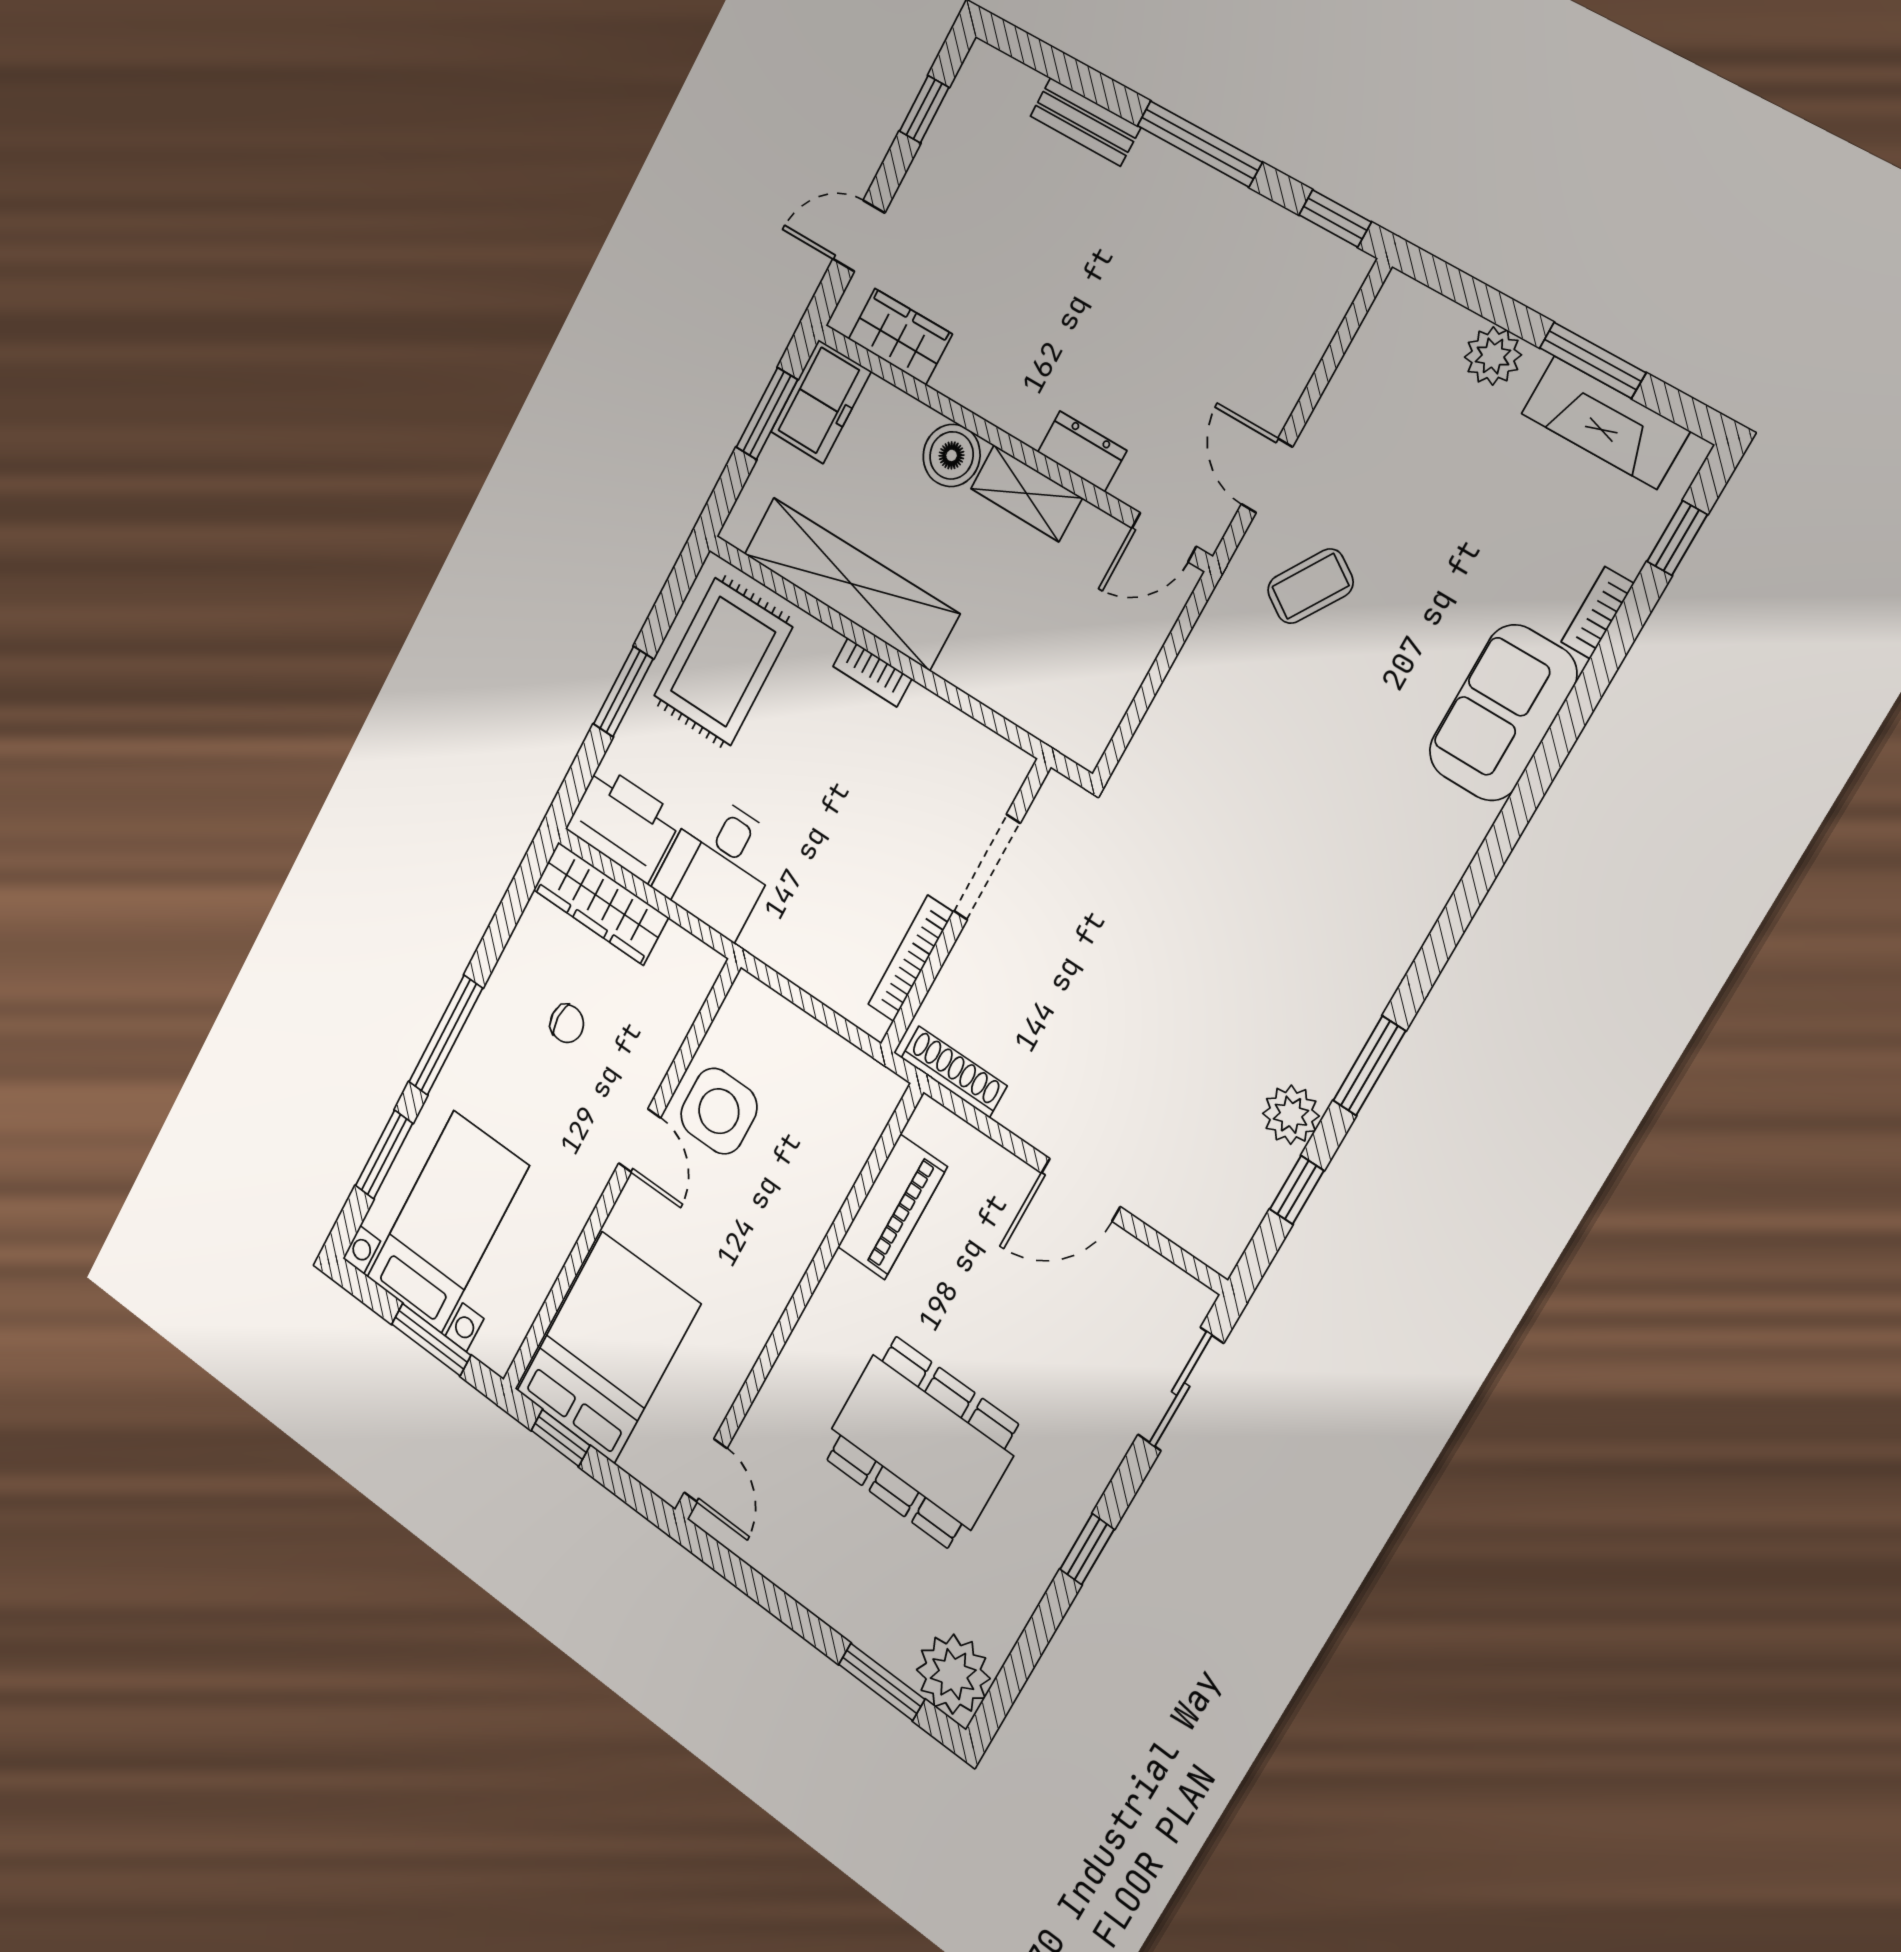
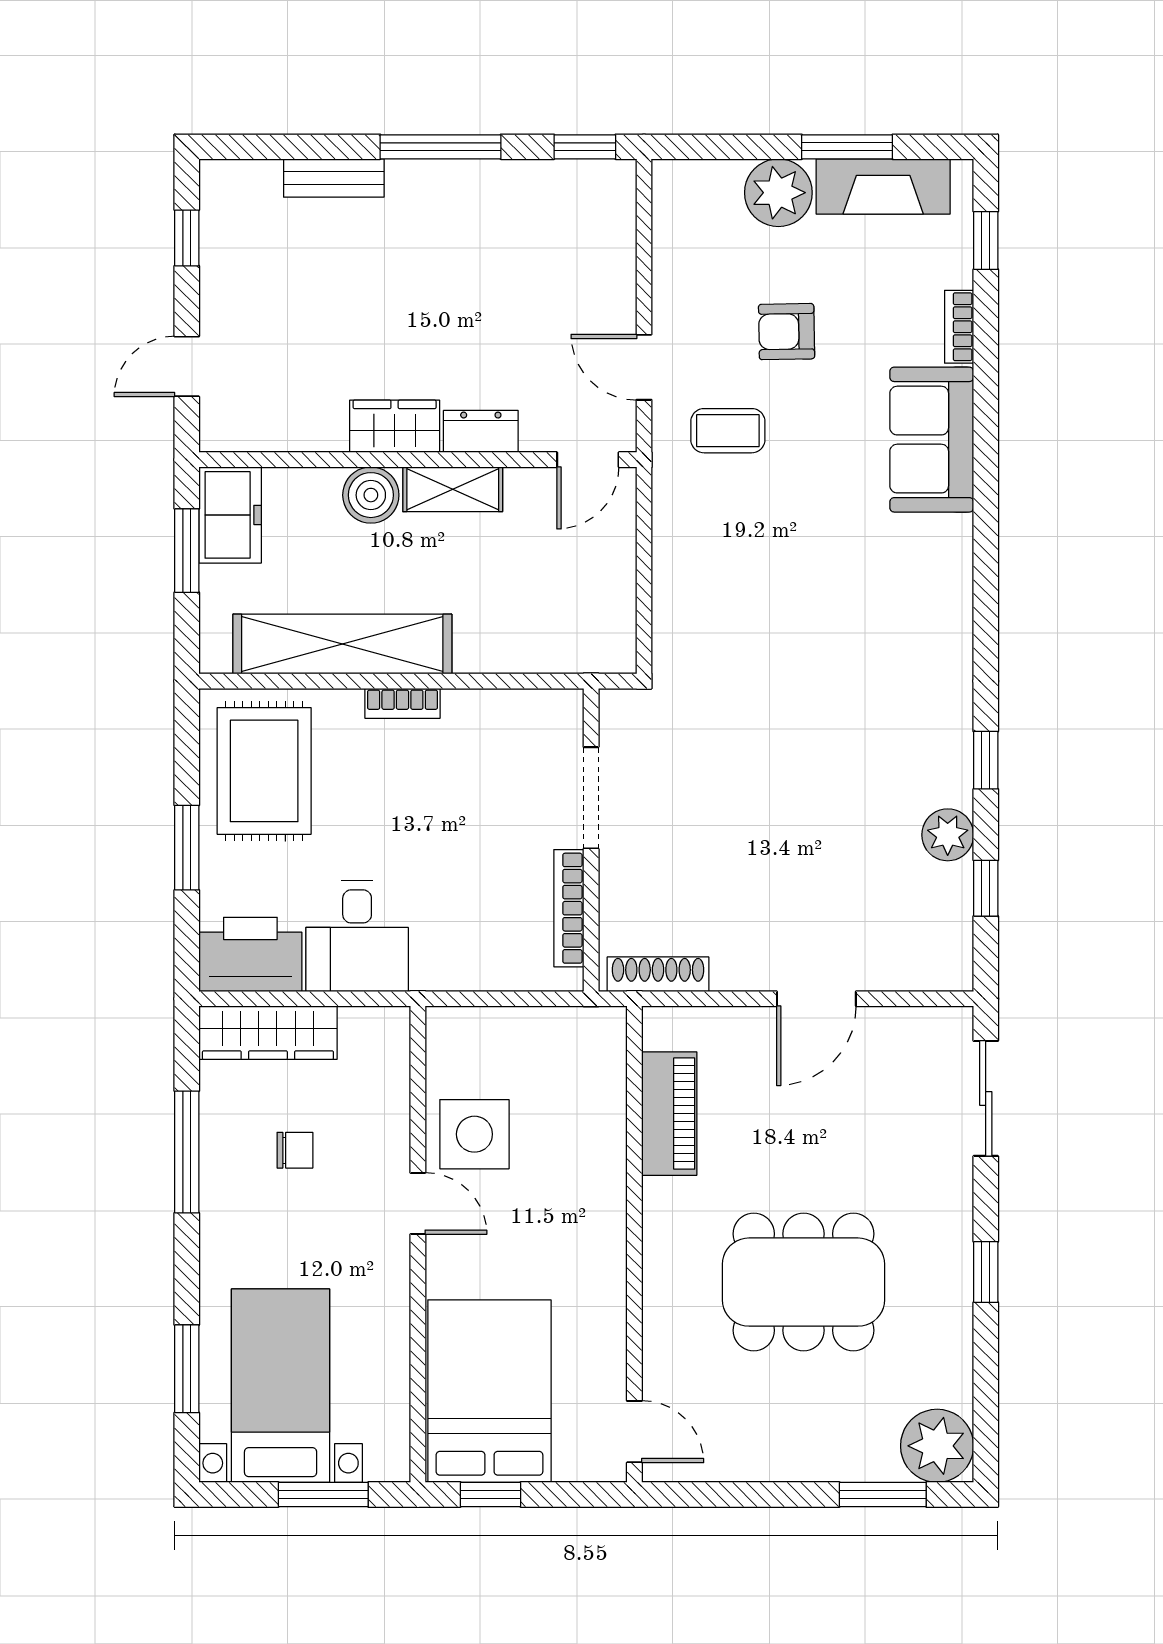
wardrobe: (900, 337) -> (395, 426), moved
plant: (1493, 356) -> (778, 193), width x1.36, depth x1.36
armchair: (1423, 519) -> (787, 332), added
coffee table: (1310, 586) -> (728, 431), turned 57
window: (446, 1035) -> (187, 1152), moved
window: (1369, 1066) -> (986, 760), width x0.67

